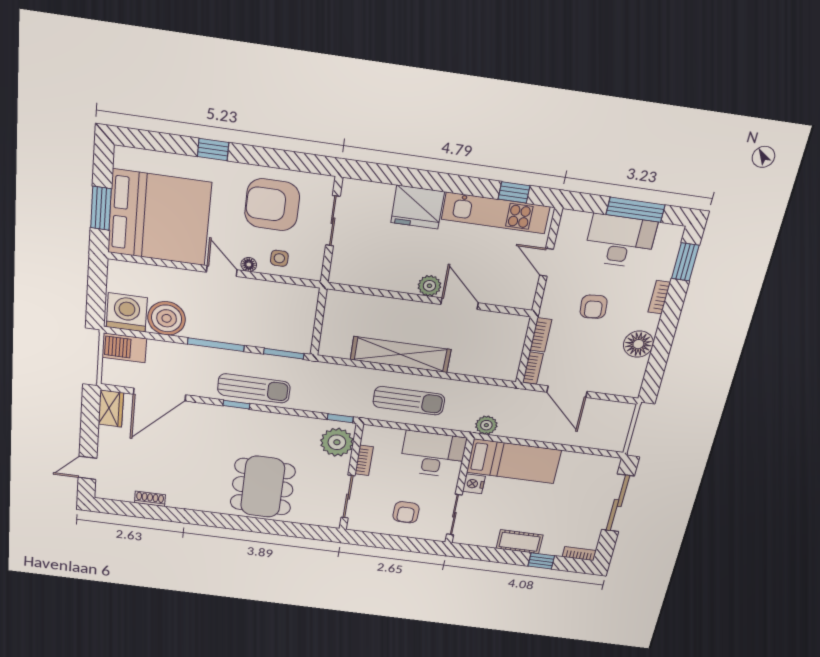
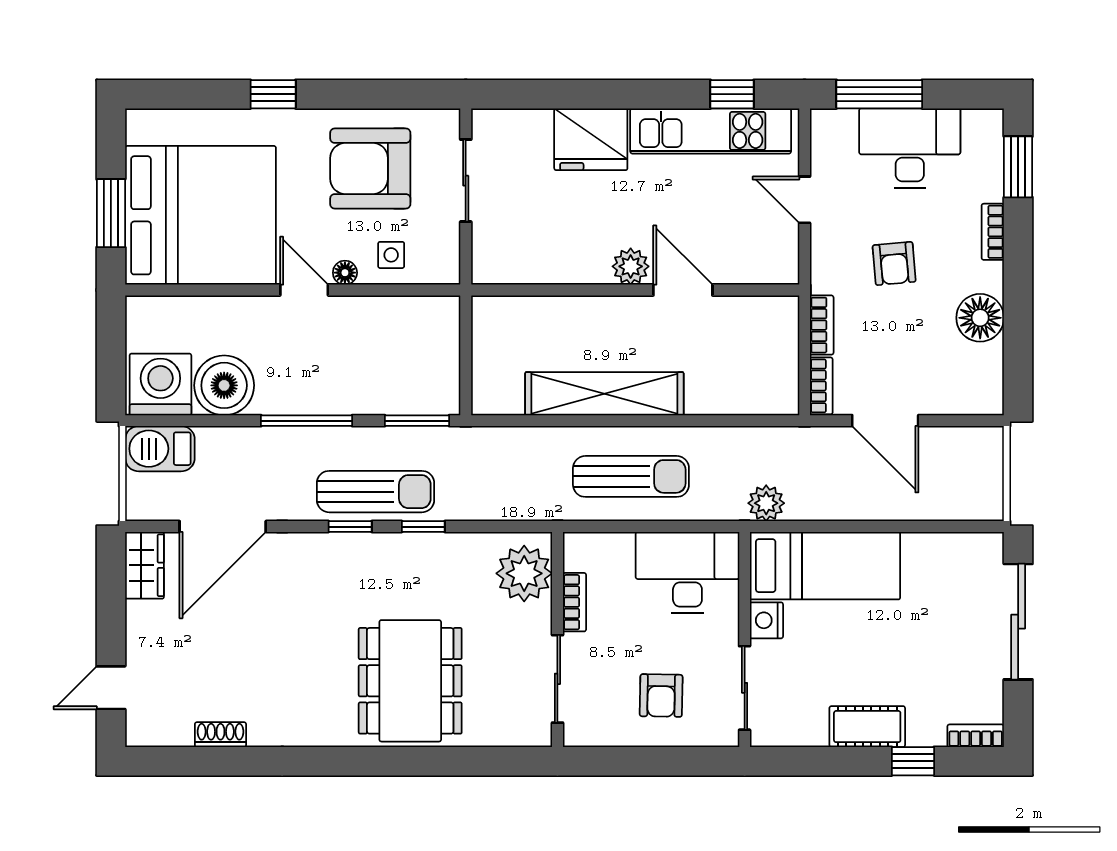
window: (635, 210) -> (879, 94), moved
window: (340, 418) -> (423, 527), moved

